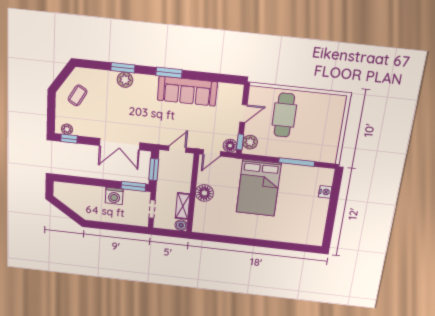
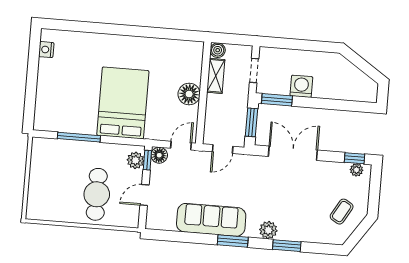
plant: (125, 80) -> (268, 230), moved
nightstand: (325, 192) -> (46, 50), moved

